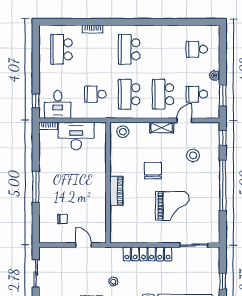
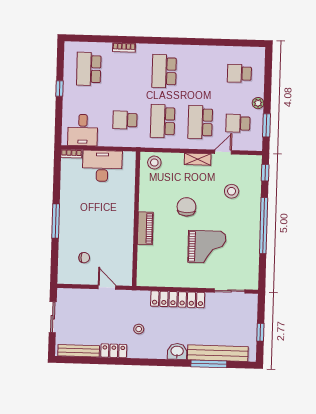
window: (36, 101) -> (60, 89), moved

